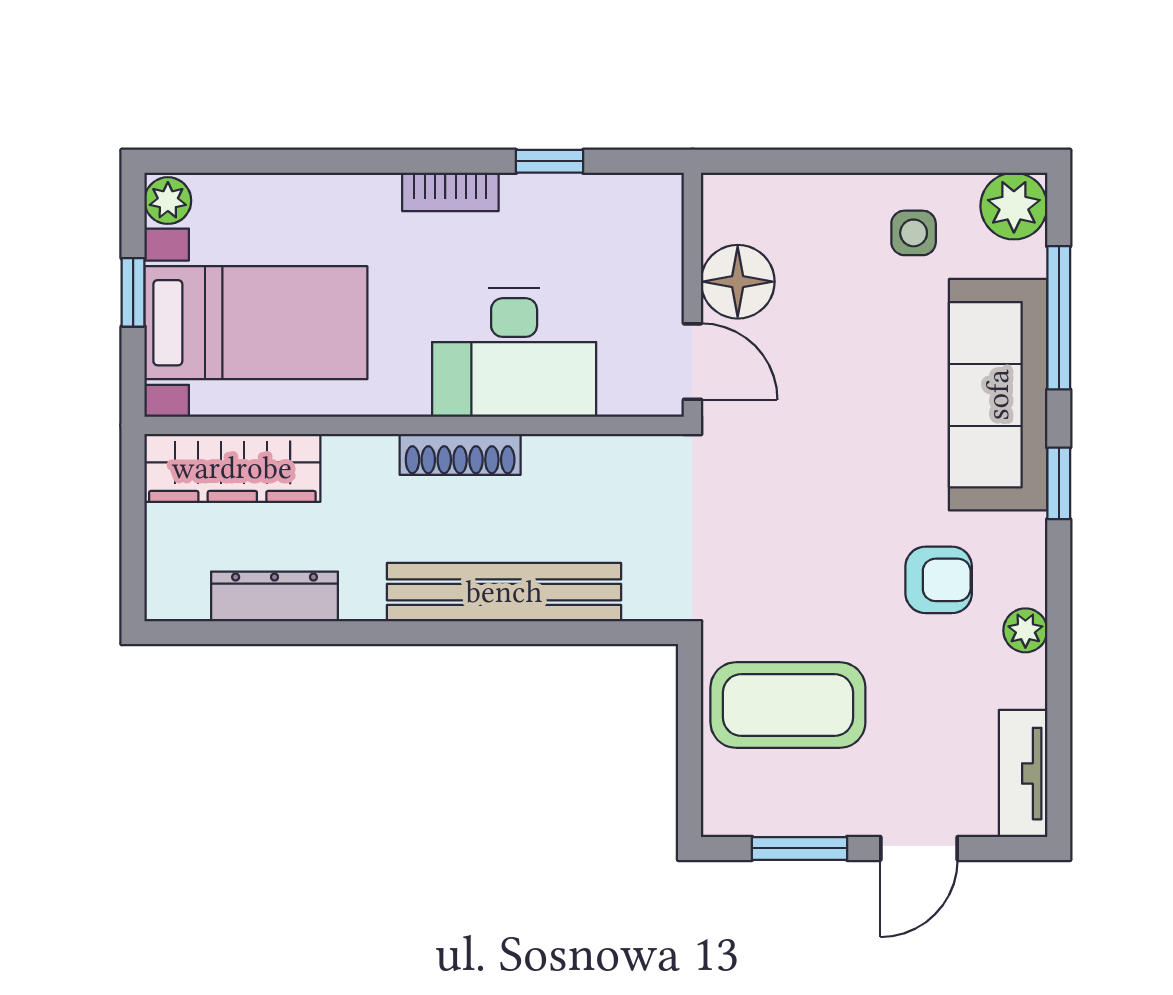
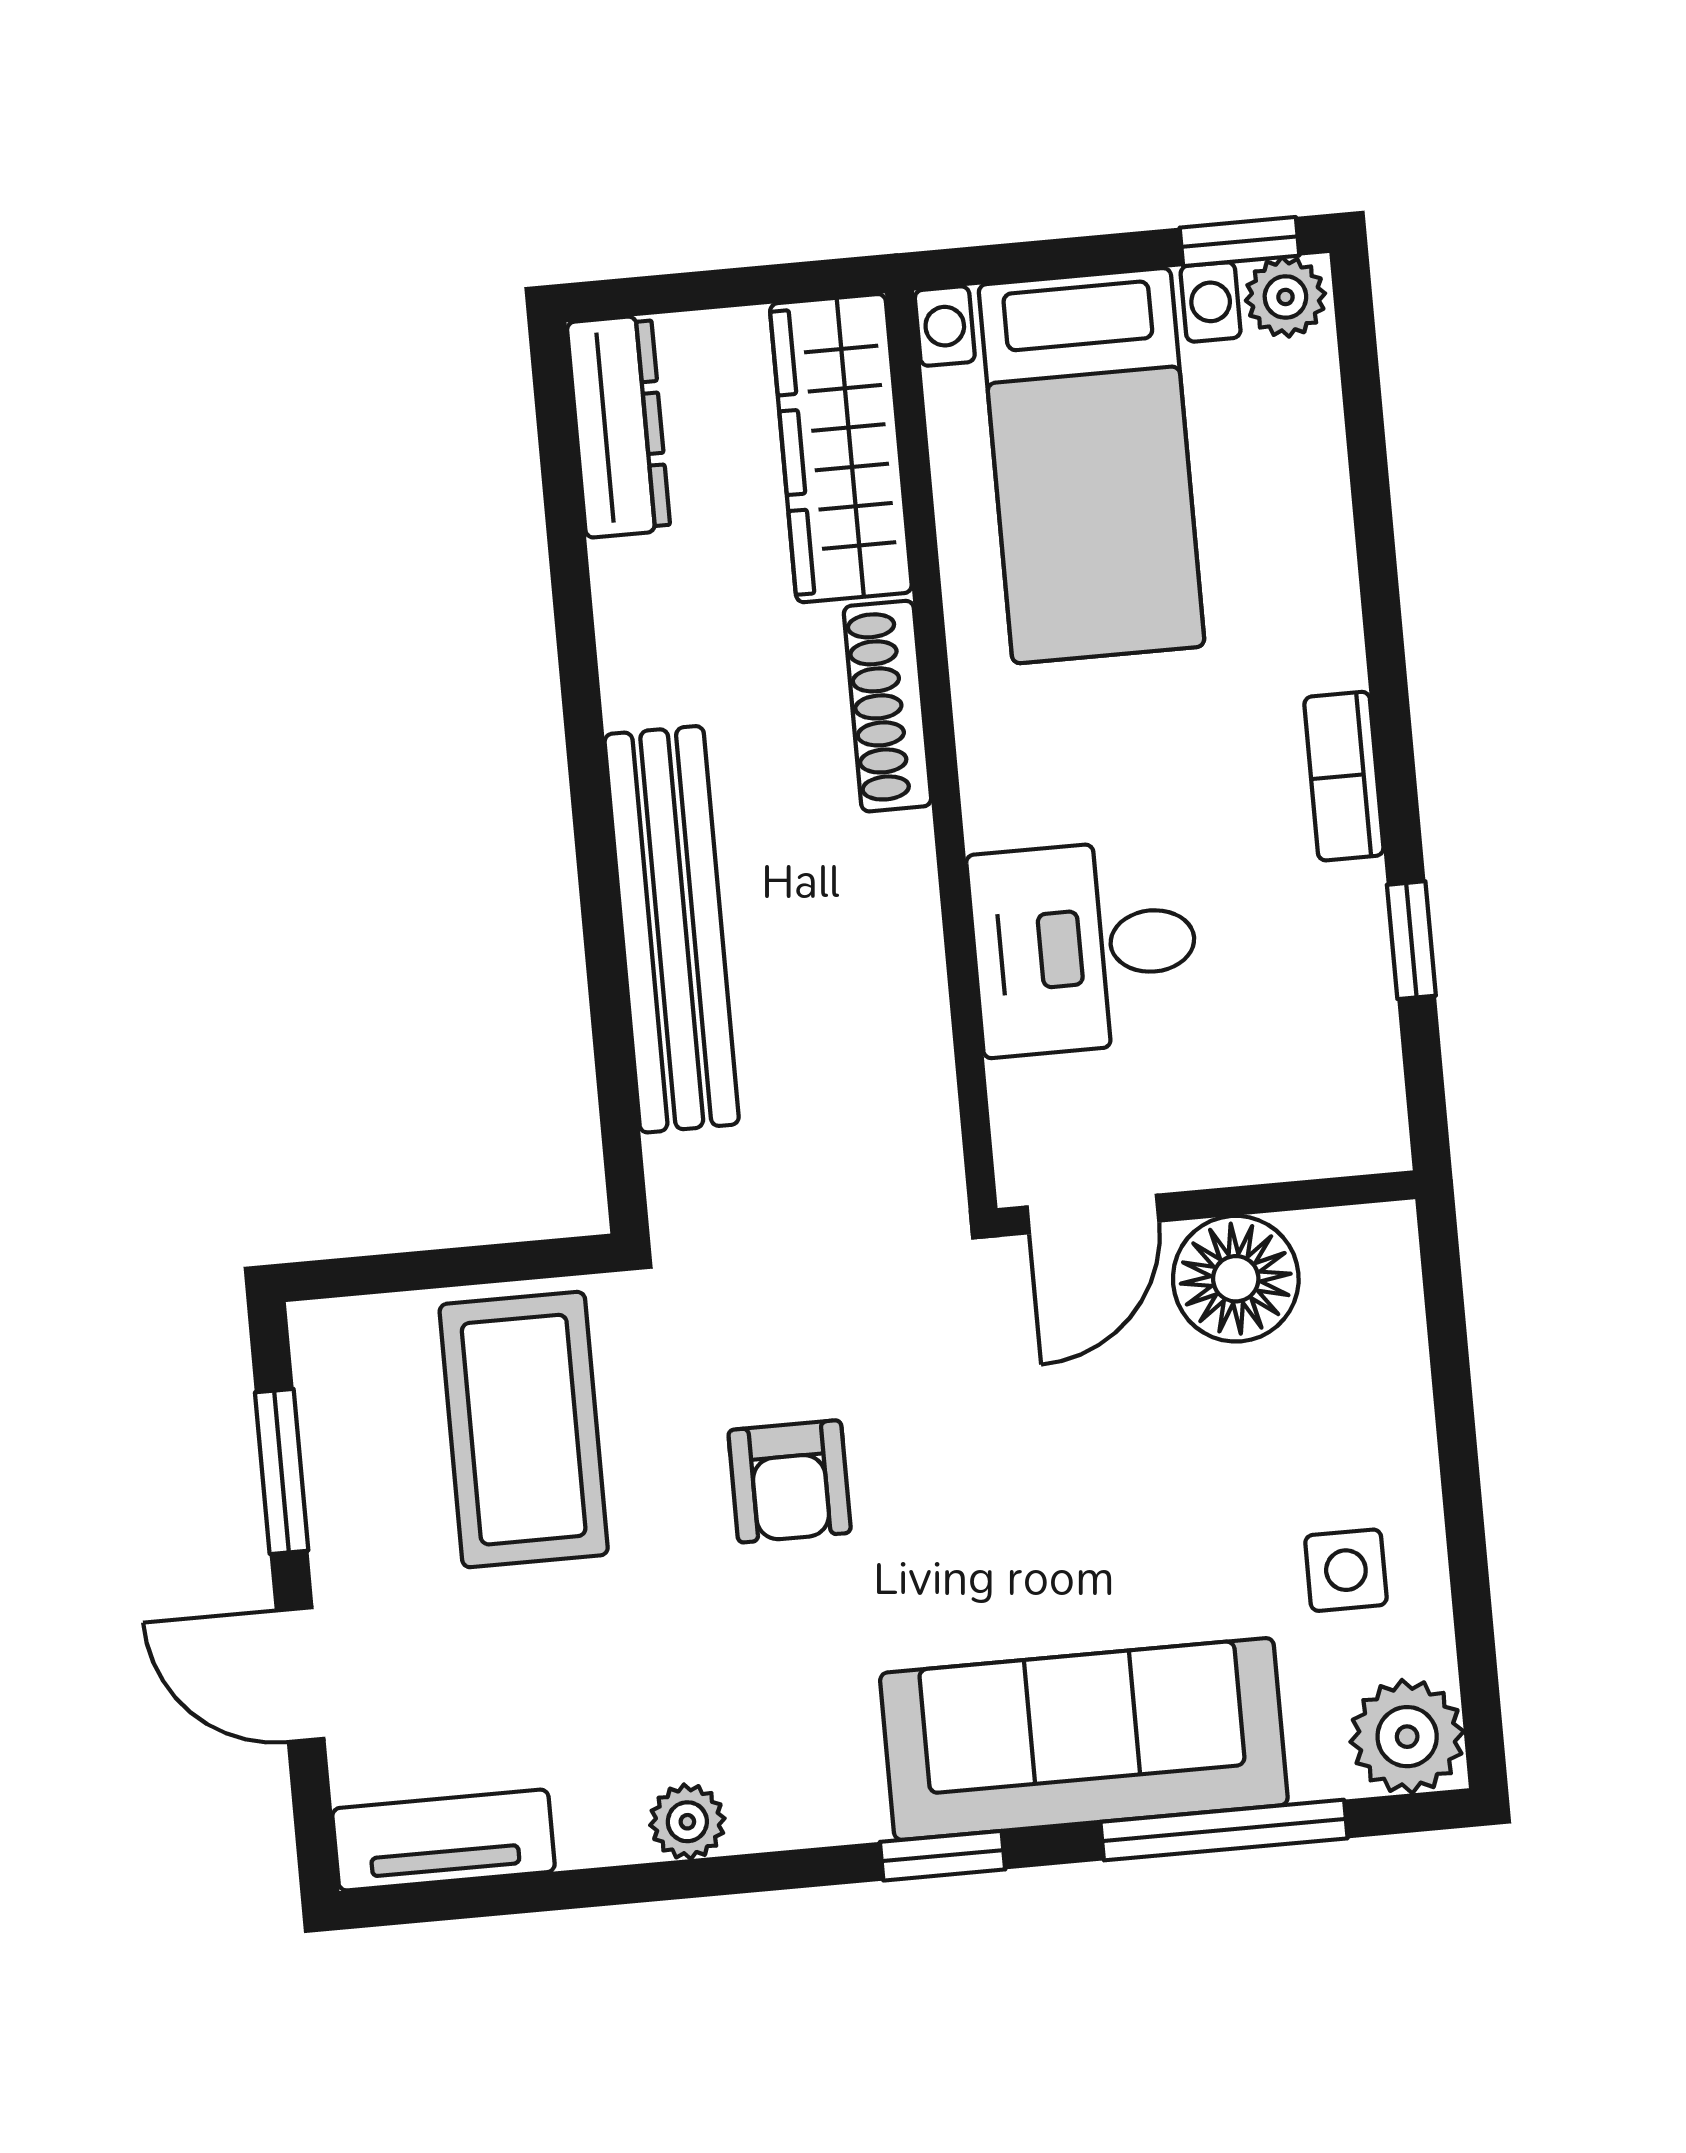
window: (133, 292) -> (1240, 242), moved
desk: (514, 352) -> (1084, 947), width x0.73
shoe rack: (460, 454) -> (887, 706), moved
armchair: (939, 580) -> (790, 1481), moved
dresser: (275, 596) -> (619, 426), moved

